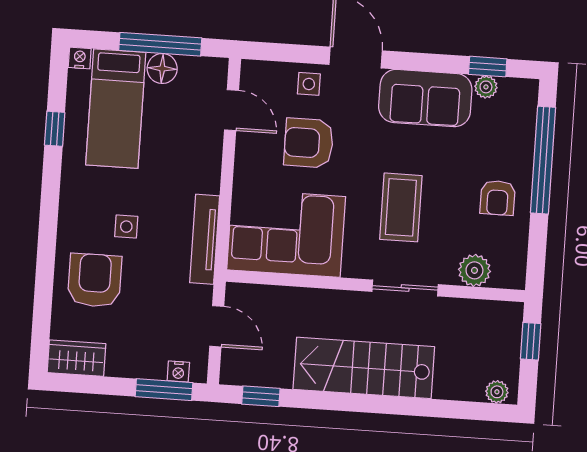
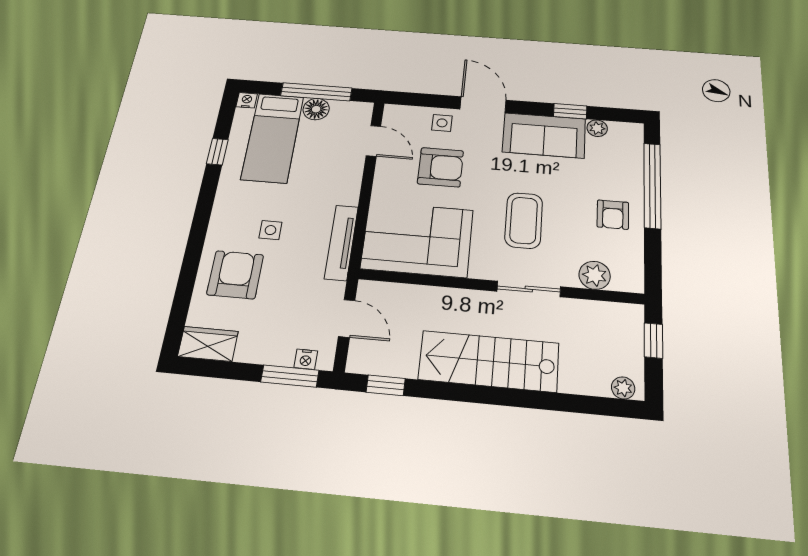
window: (488, 67) -> (570, 111), moved
armchair: (309, 143) -> (440, 167), turned 180

